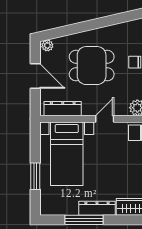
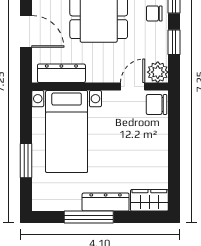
door: (105, 119) -> (133, 87), moved

